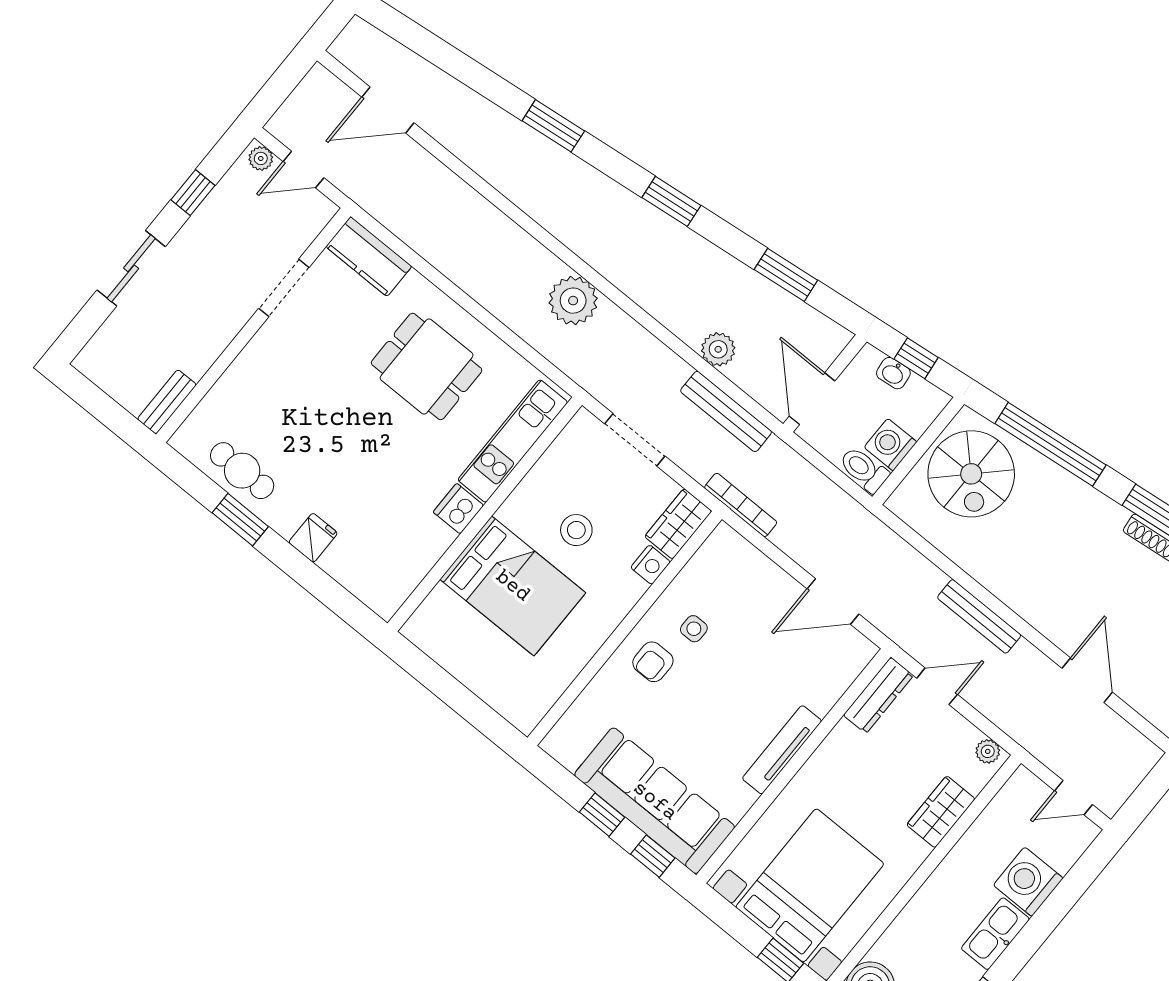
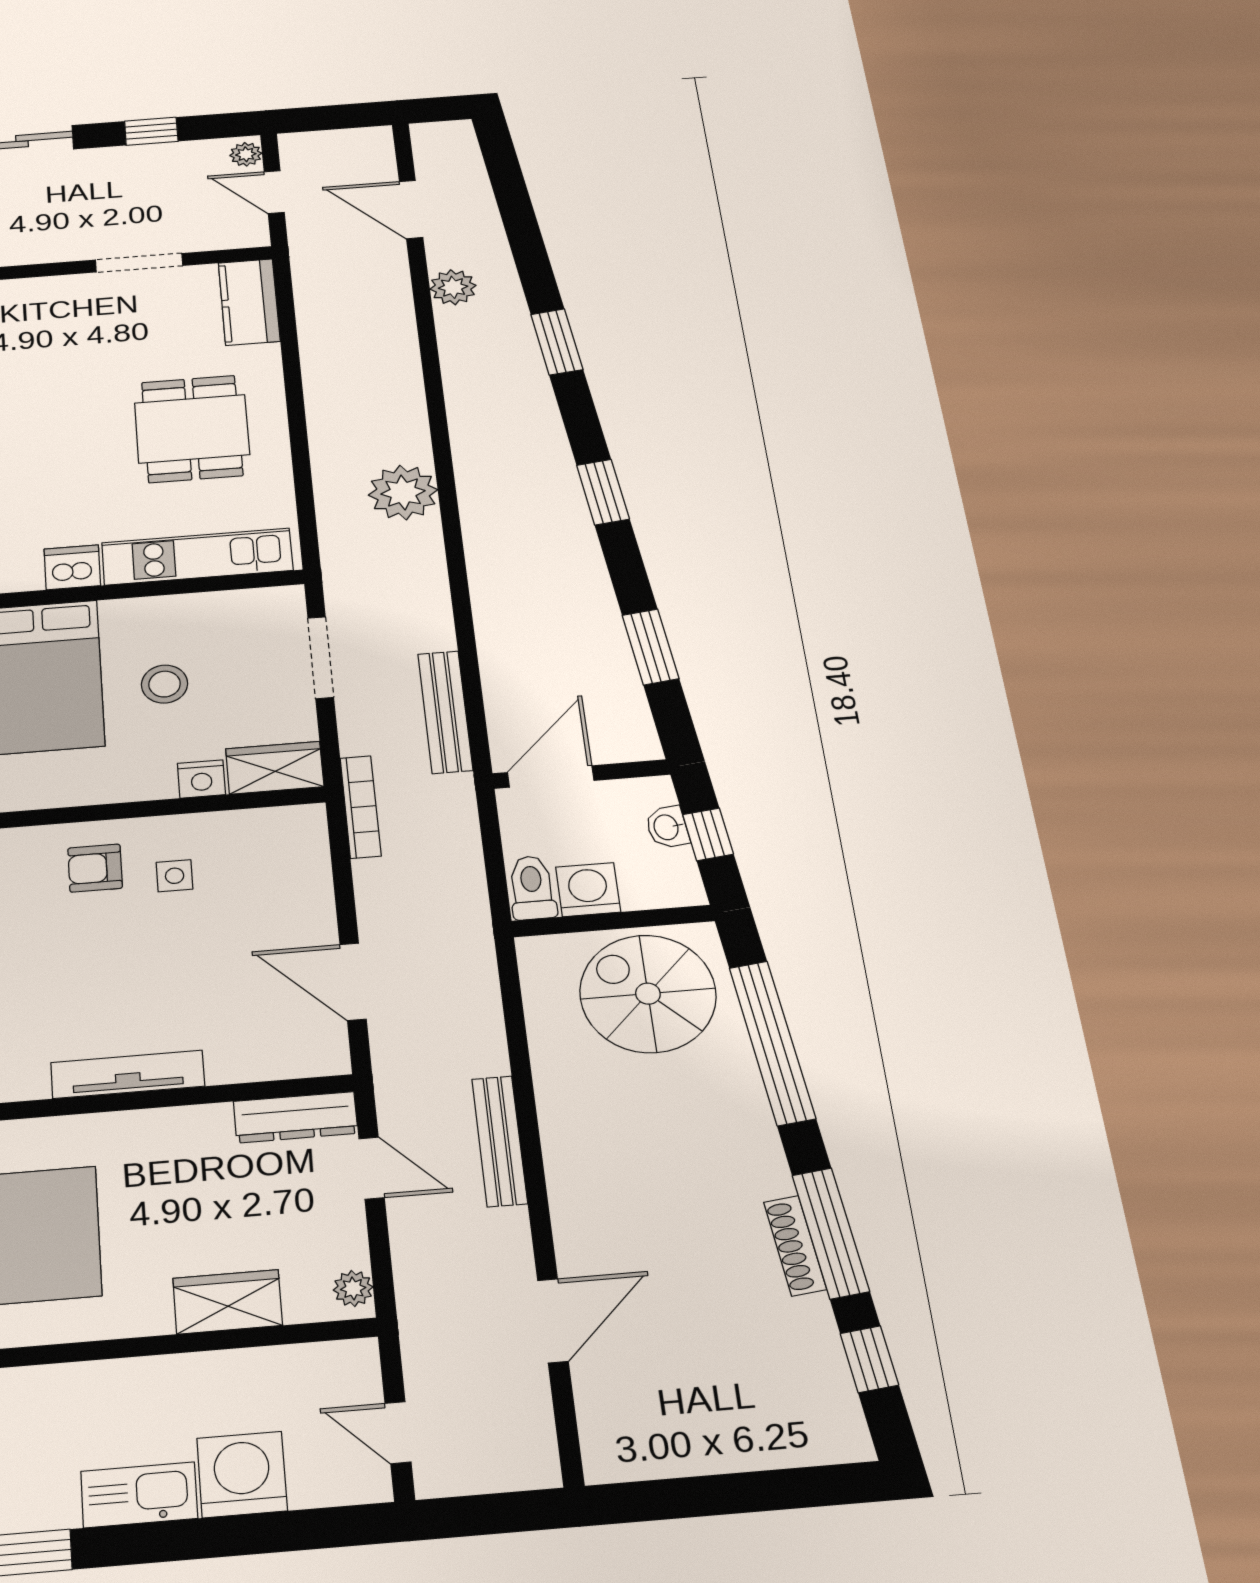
plant: (718, 349) -> (453, 287), moved
spiral stairs: (971, 474) -> (648, 994), turned 90

